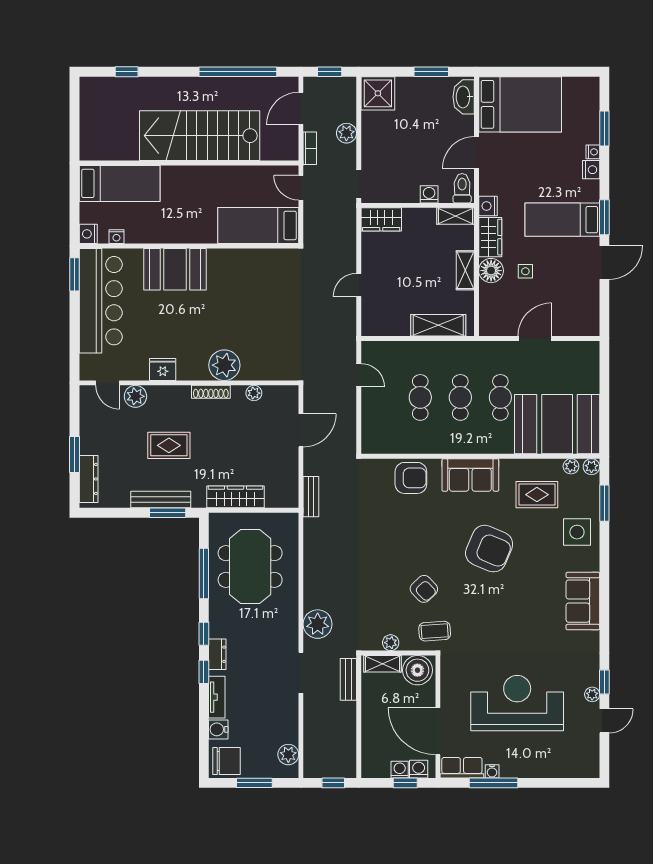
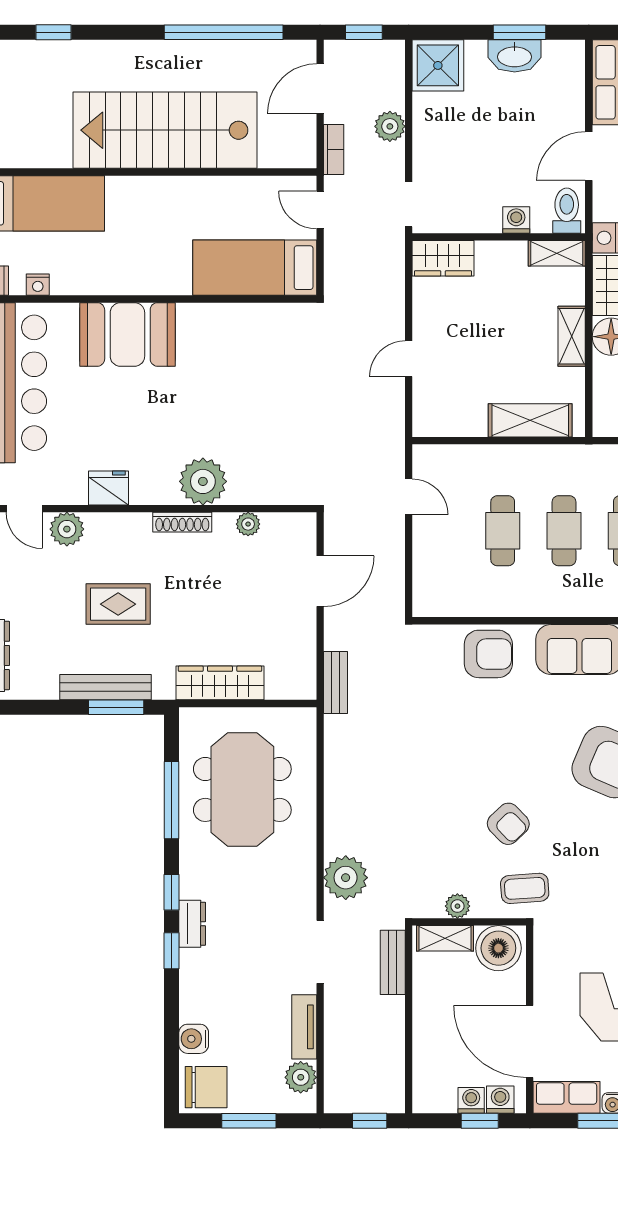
washbasin: (464, 97) -> (515, 56), moved, turned -90
tv unit: (217, 697) -> (304, 1027), moved, turned 180

